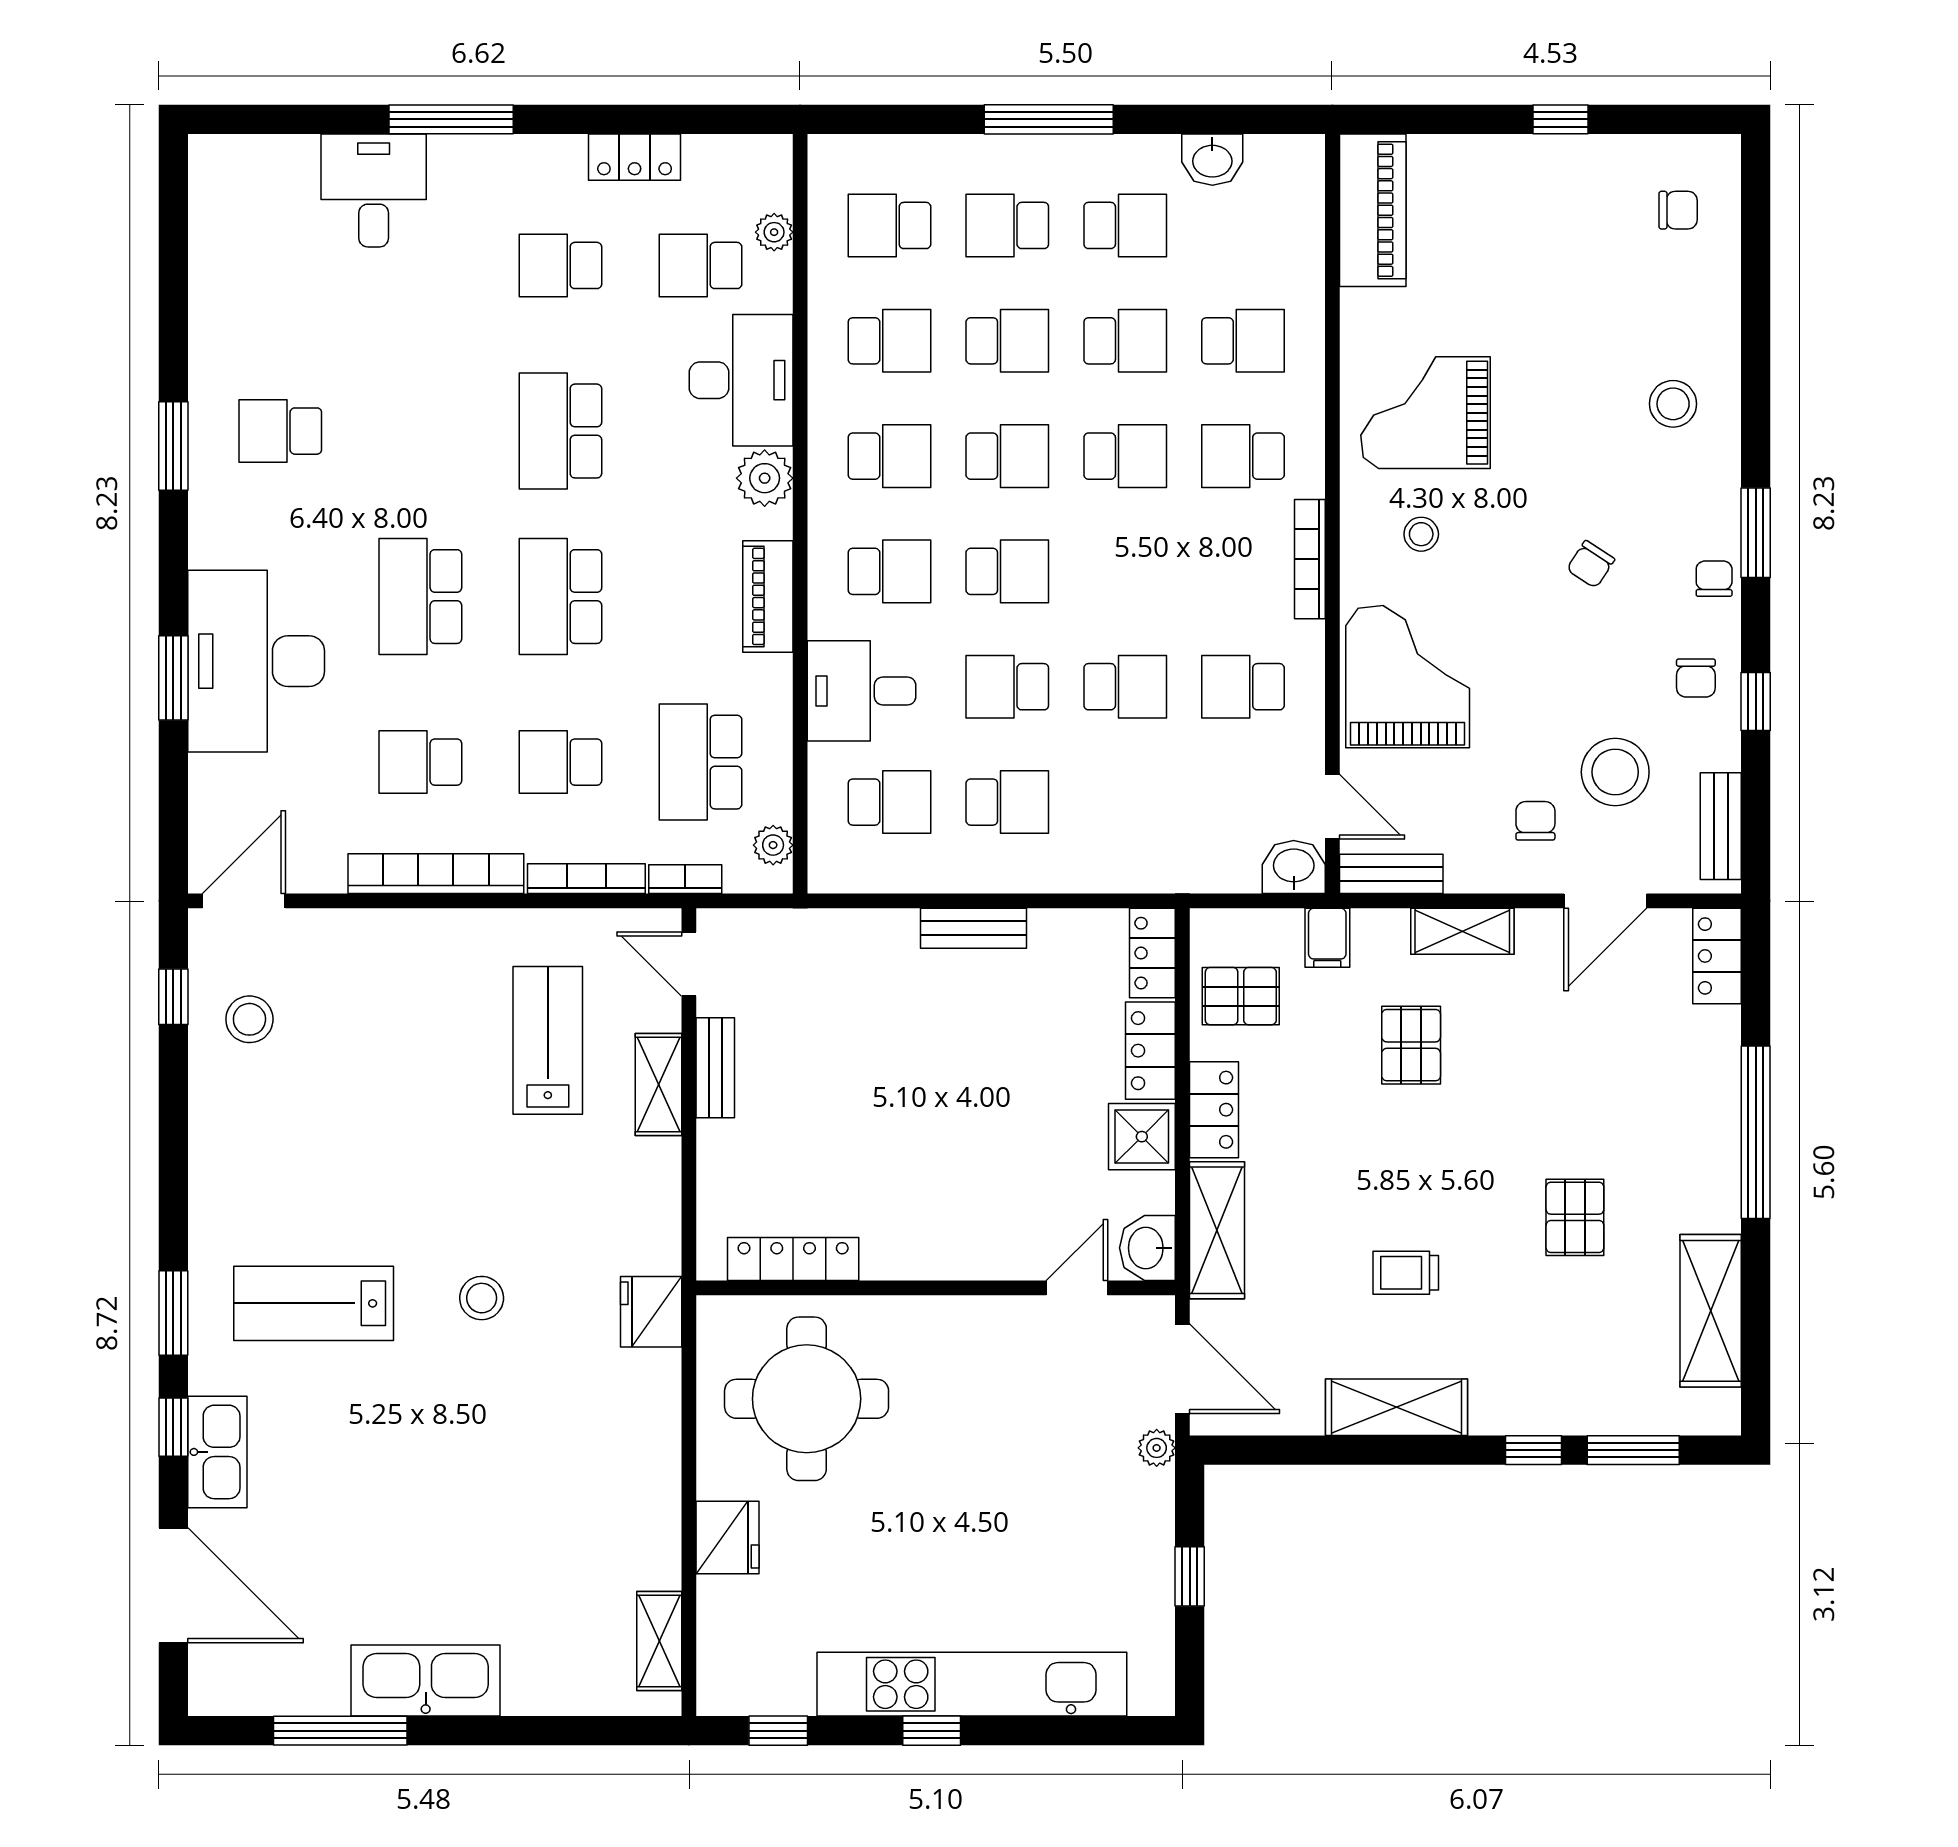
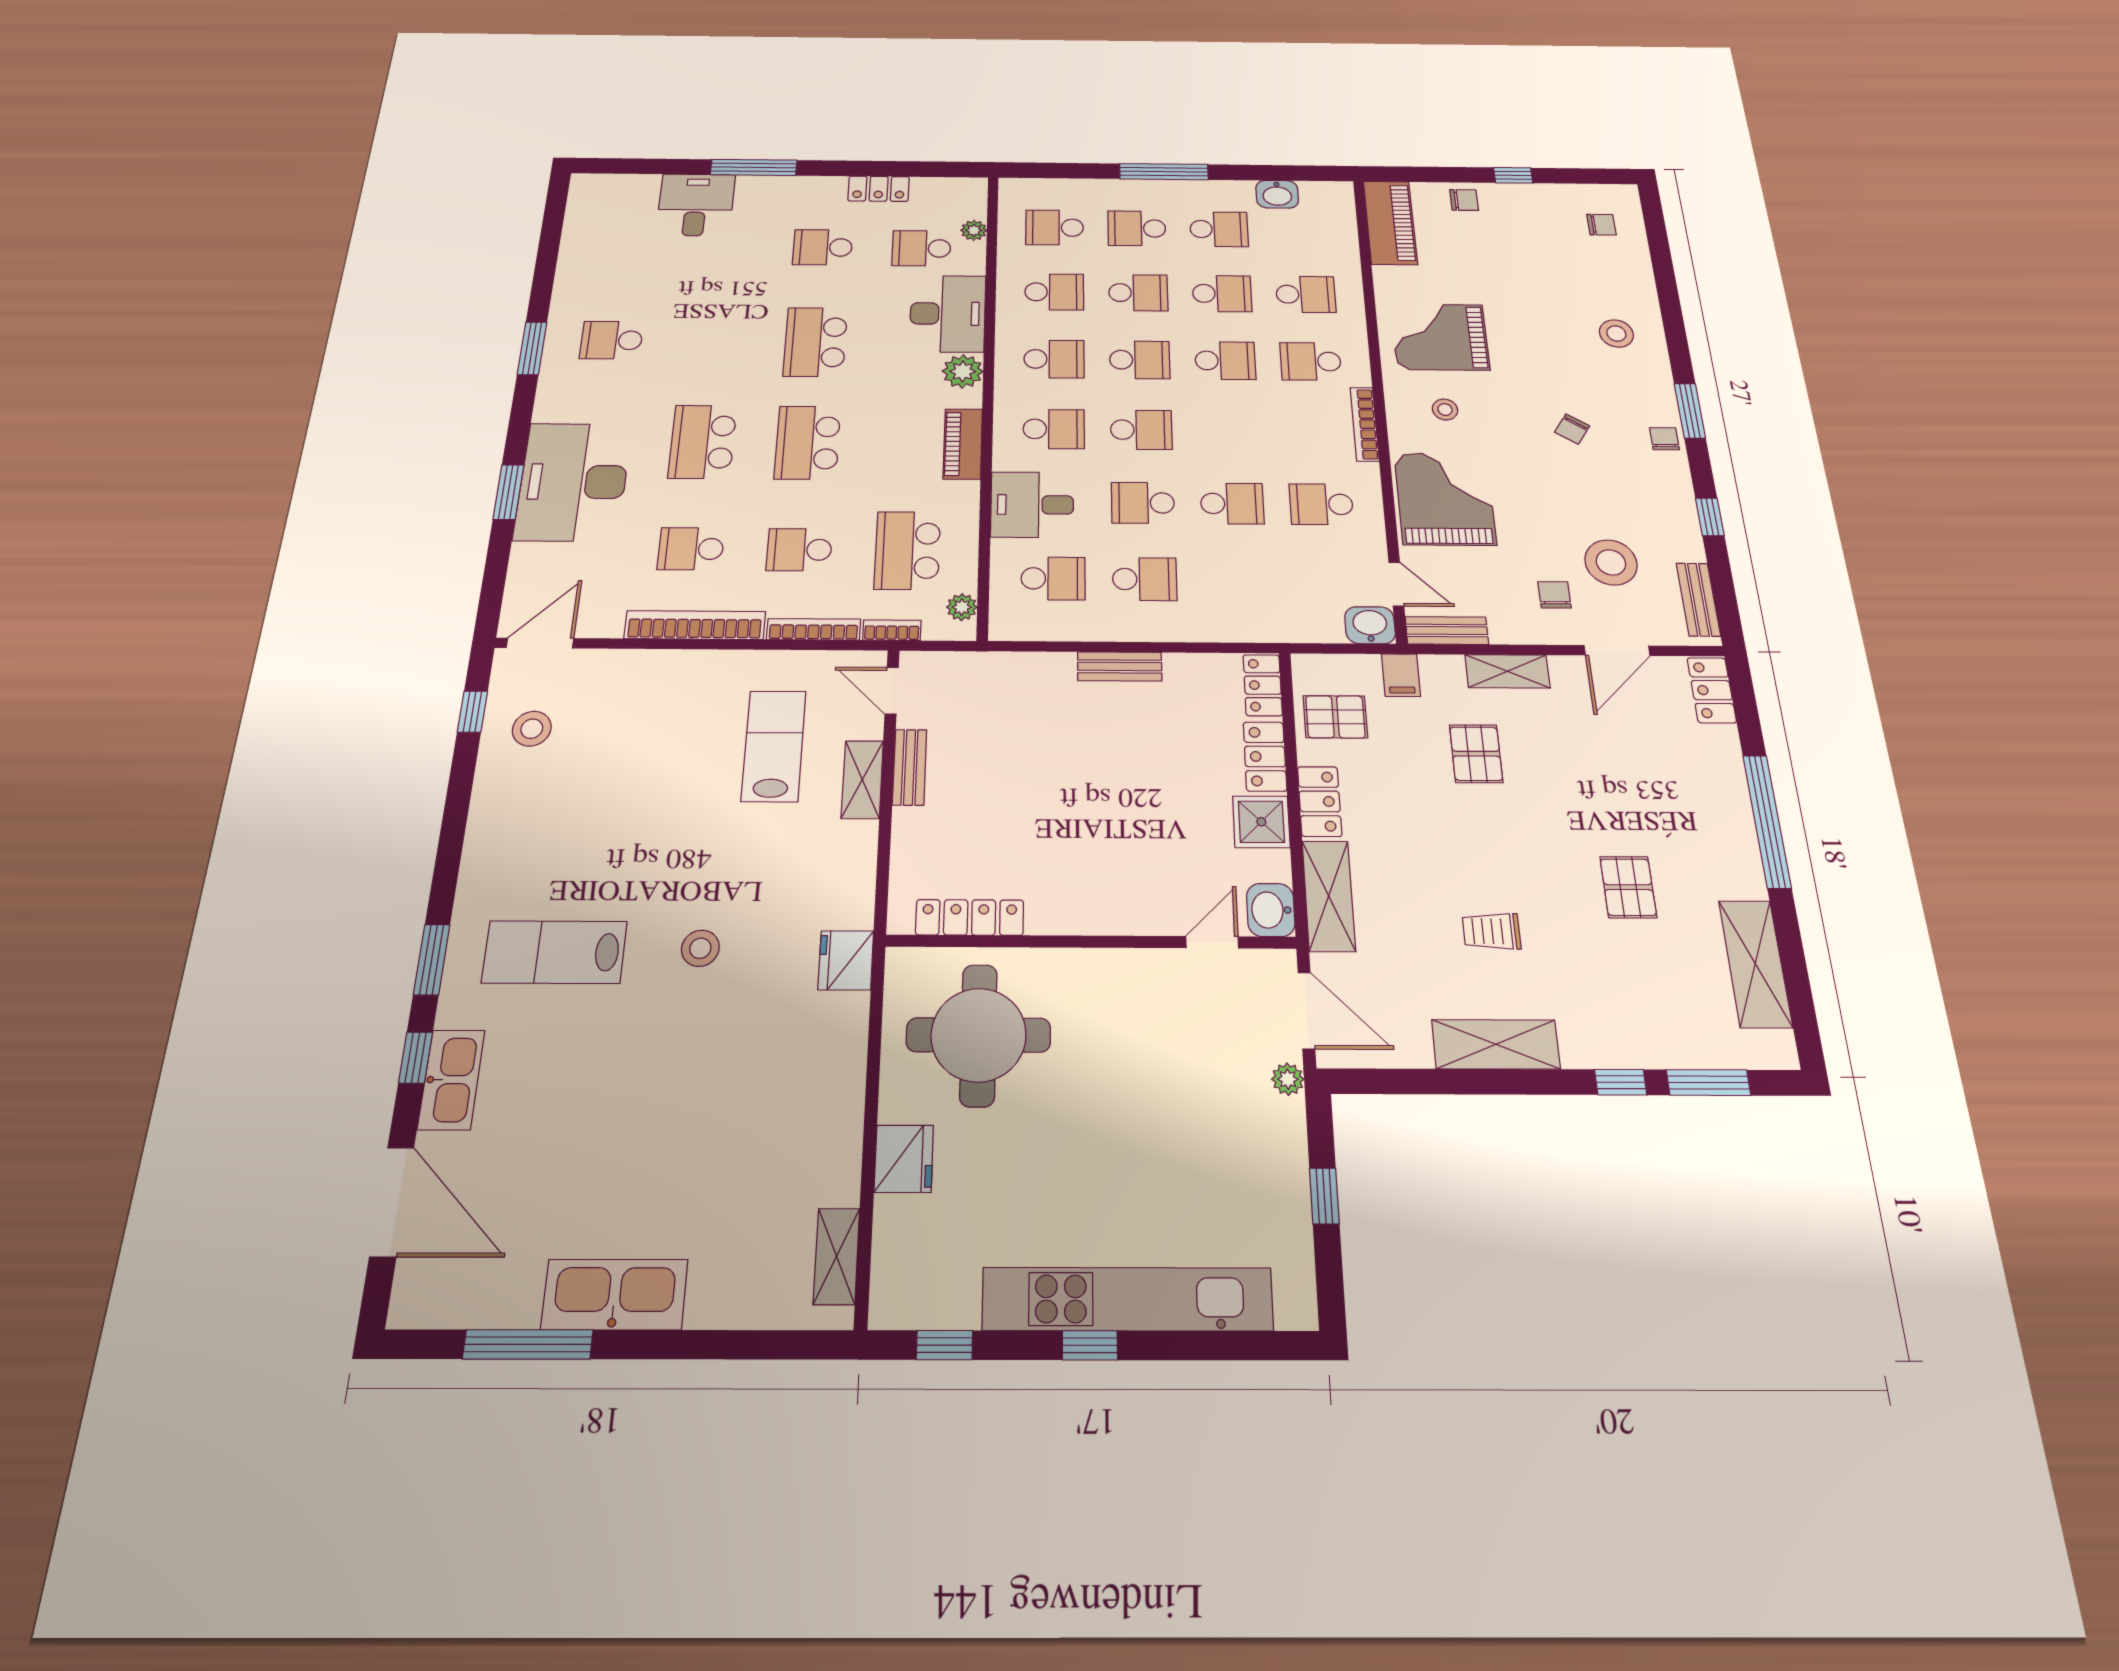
chair: (1696, 678) -> (1464, 200), moved, turned -90

